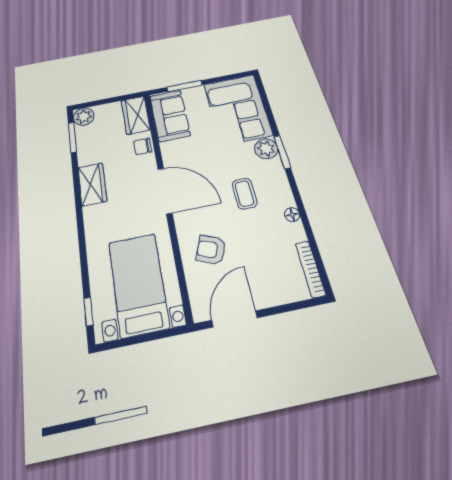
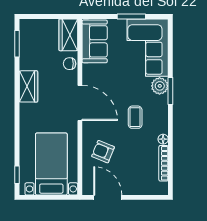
window: (184, 86) -> (131, 16), moved
plant: (84, 117) -> (27, 27), removed
bookcase: (310, 269) -> (164, 163), moved
door: (234, 319) -> (108, 197), hinge flipped

